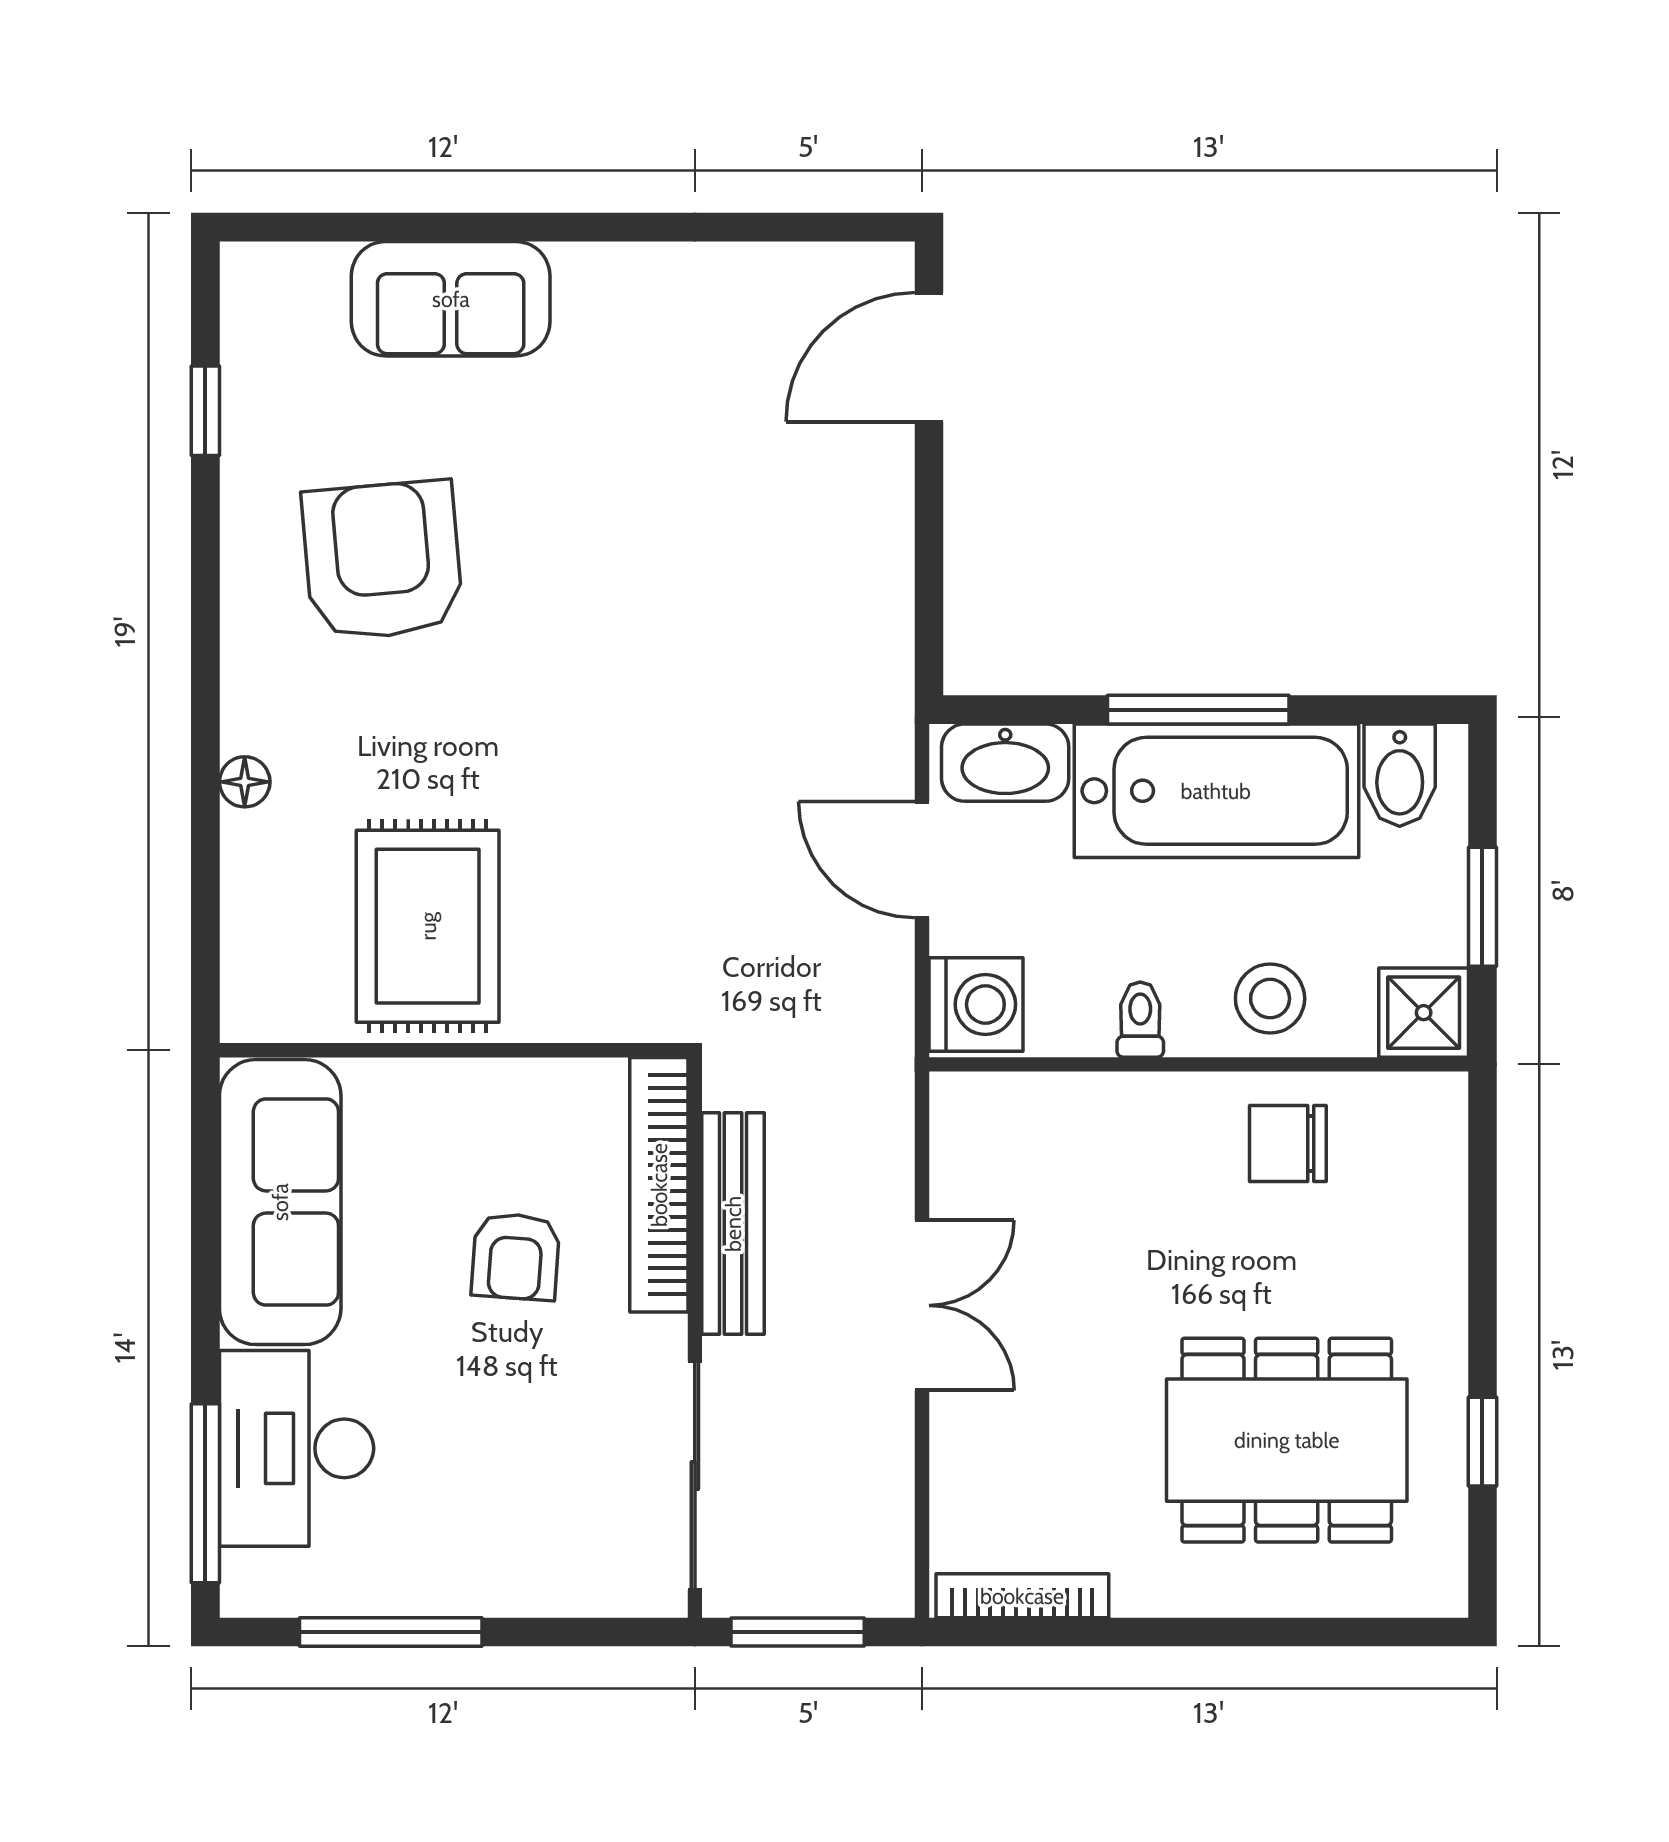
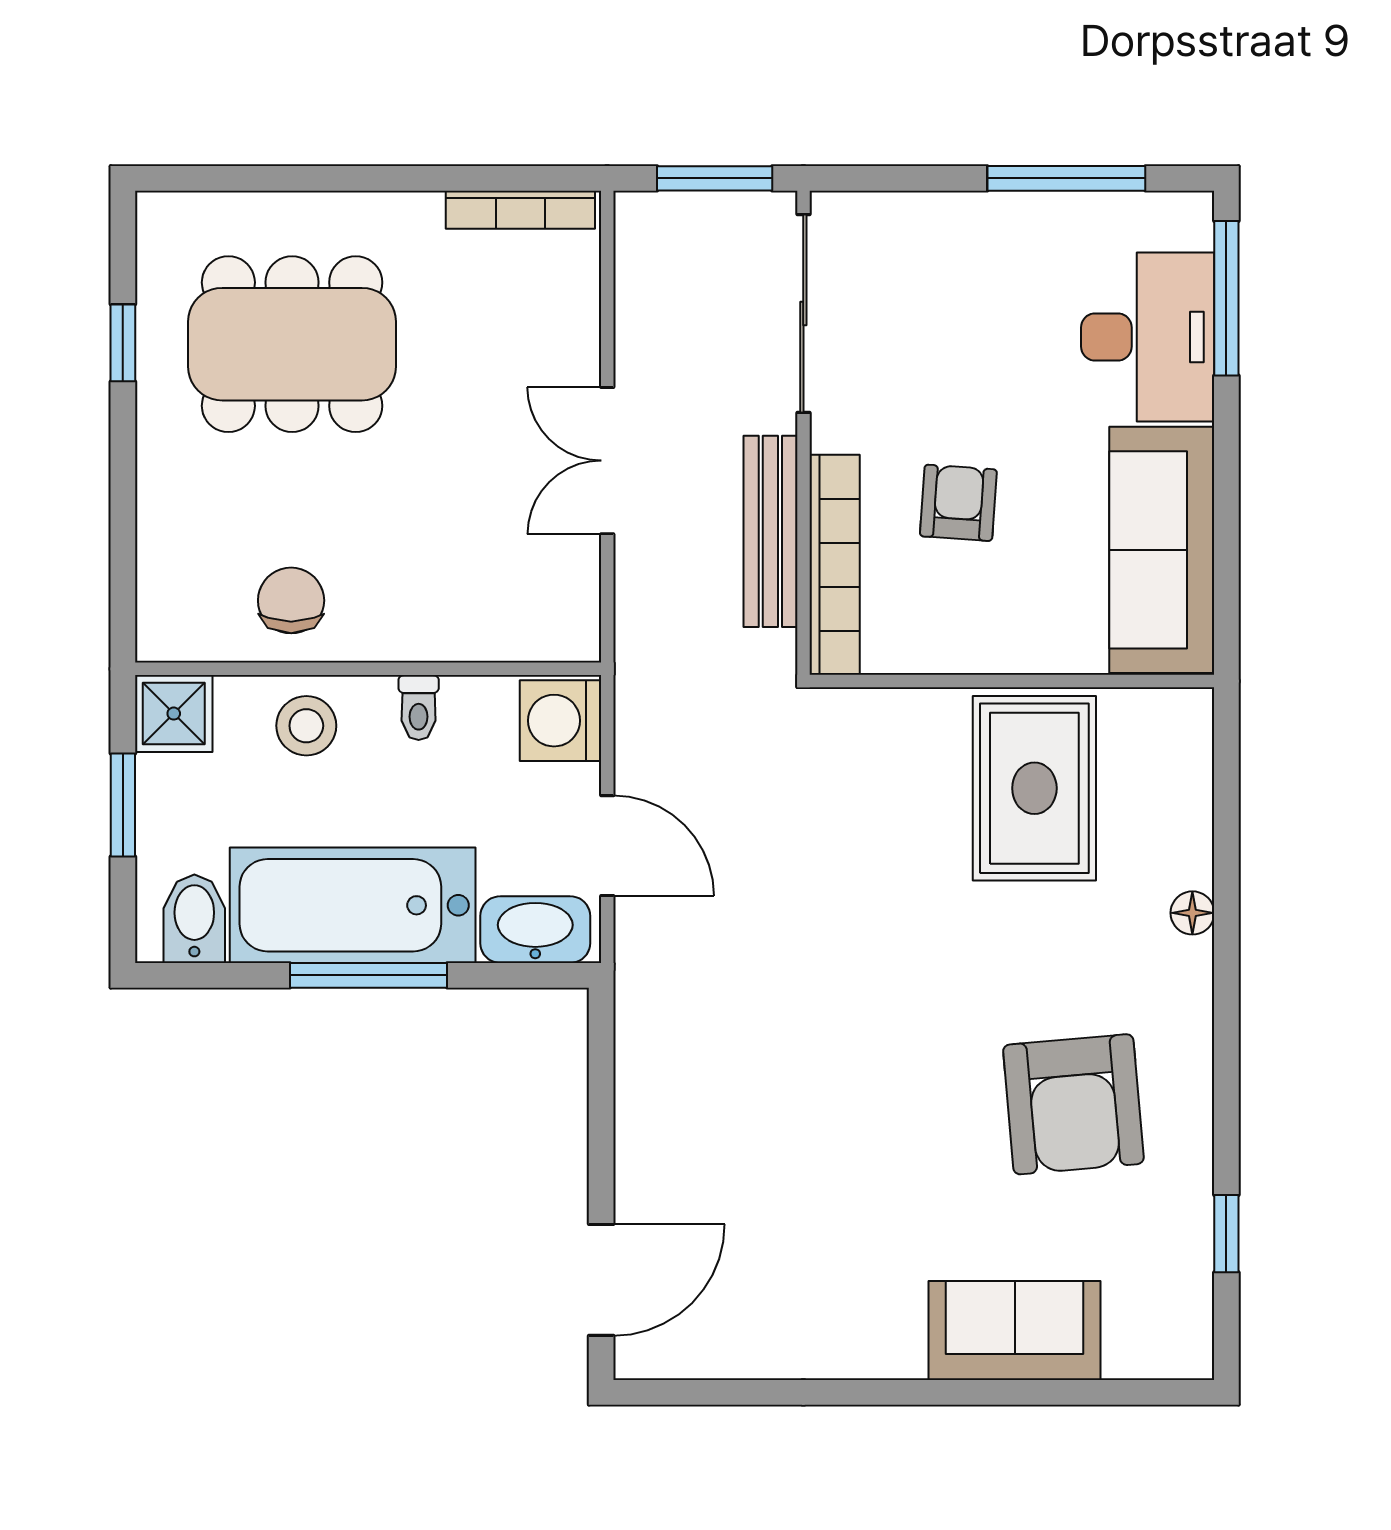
chair: (1288, 1143) -> (291, 600), turned -90

